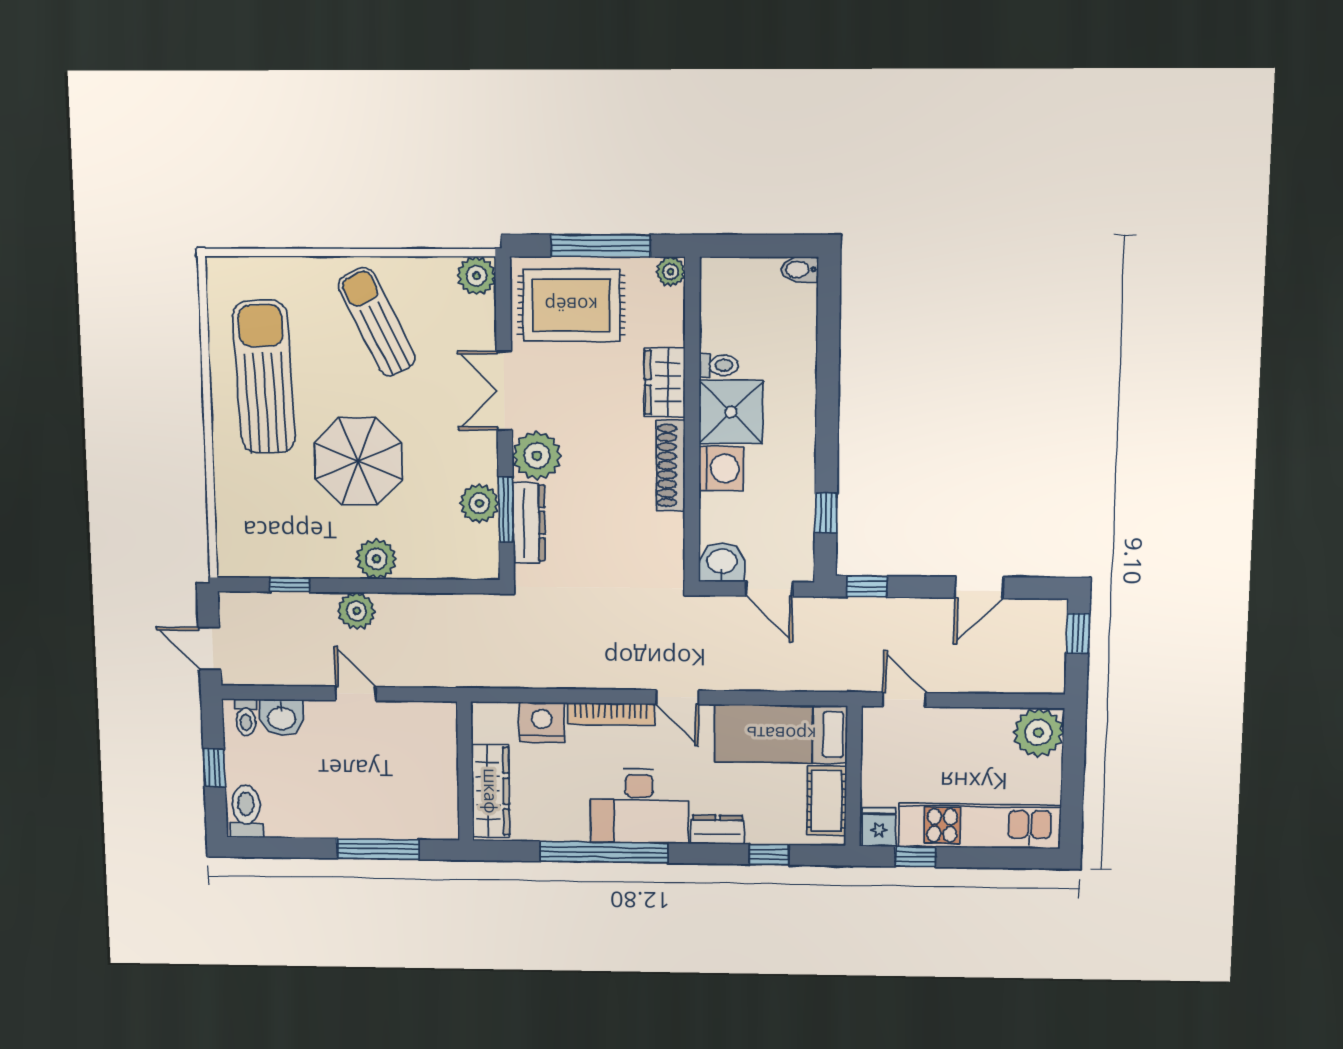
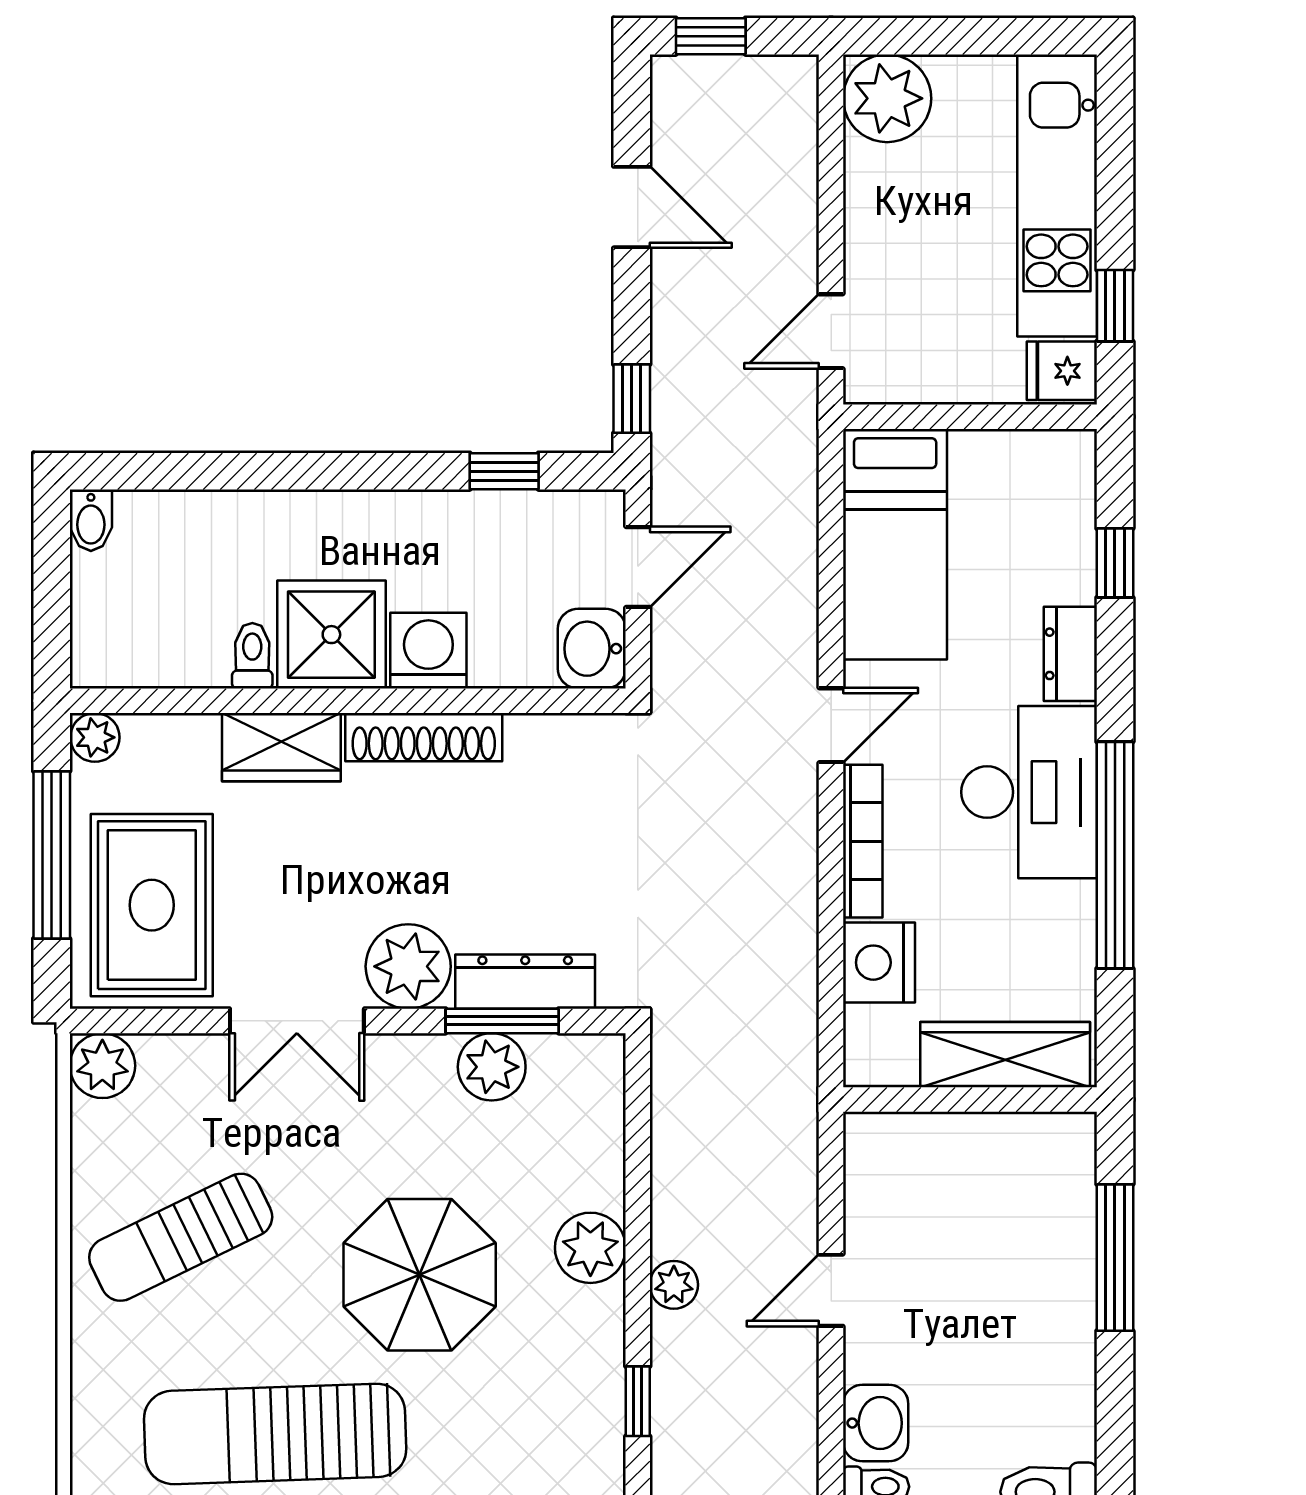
plant: (357, 611) -> (674, 1285), width x0.73, depth x0.73
cot: (826, 801) -> (1015, 463), removed

